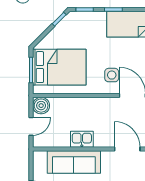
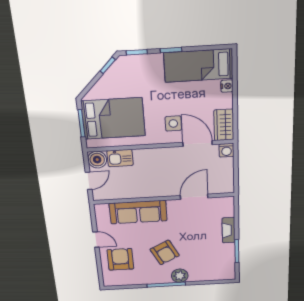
kitchen sink: (82, 139) -> (120, 158), moved, turned 180
door: (127, 149) -> (194, 197), hinge flipped

